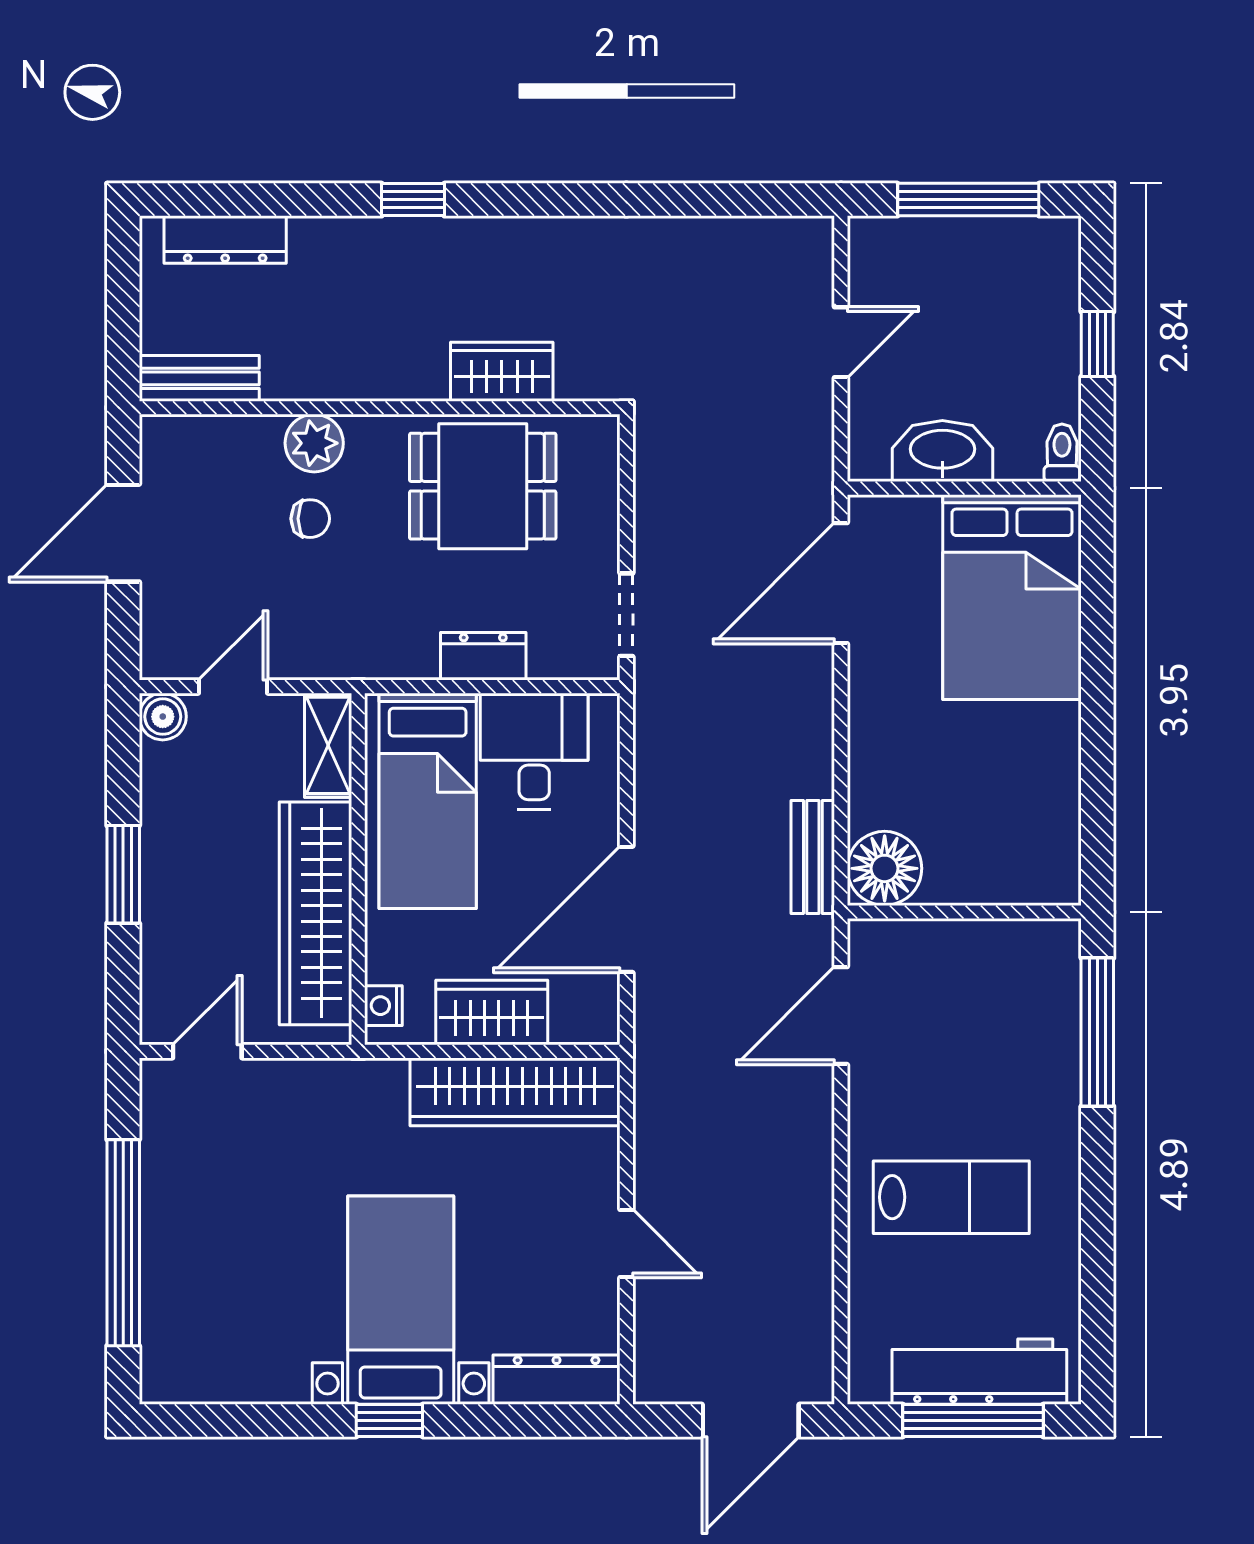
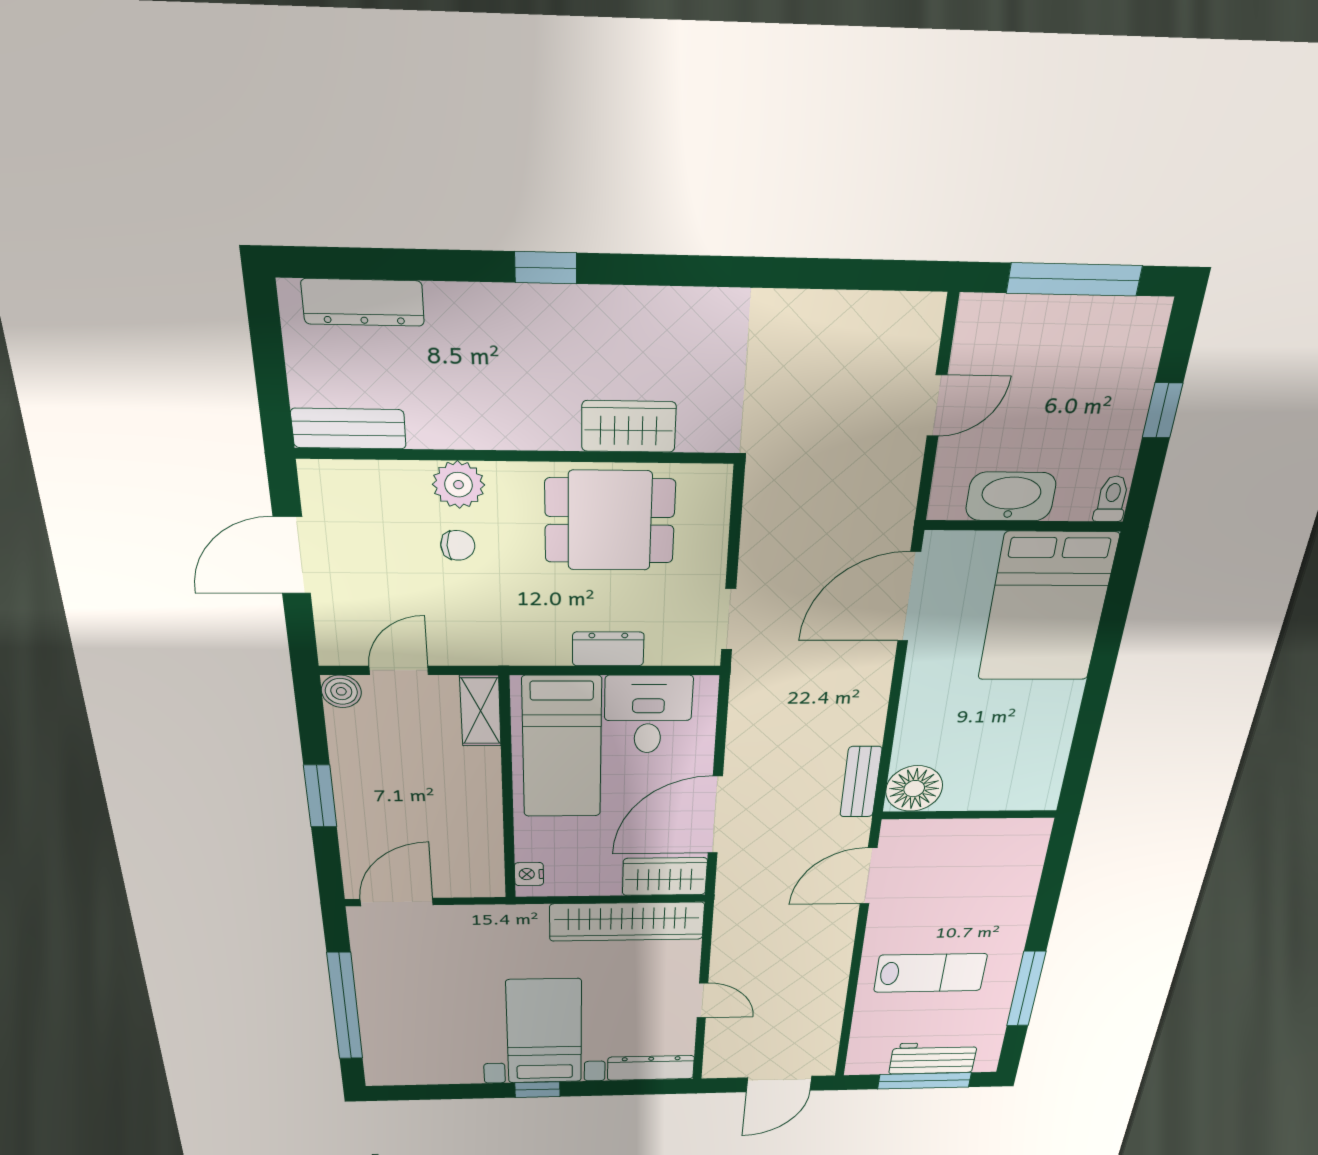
wardrobe: (316, 913) -> (475, 819), removed
wardrobe: (492, 1013) -> (665, 877), moved
window: (1097, 1032) -> (1026, 989), moved
door: (207, 1051) -> (397, 902), width x1.38
workbench: (979, 1372) -> (933, 1058), width x0.73

